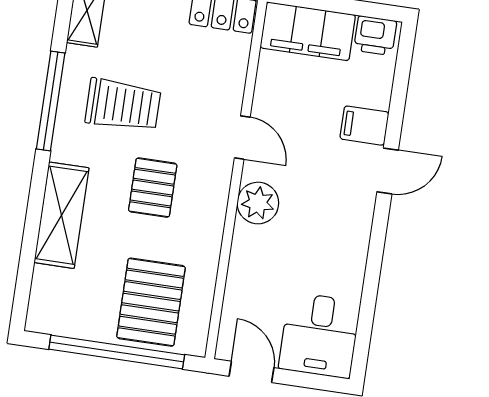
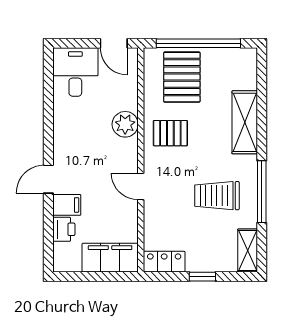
printer: (375, 36) -> (64, 229), moved, turned 90
pallet: (153, 188) -> (170, 133), moved, turned 90
plant: (258, 203) -> (125, 124), moved

